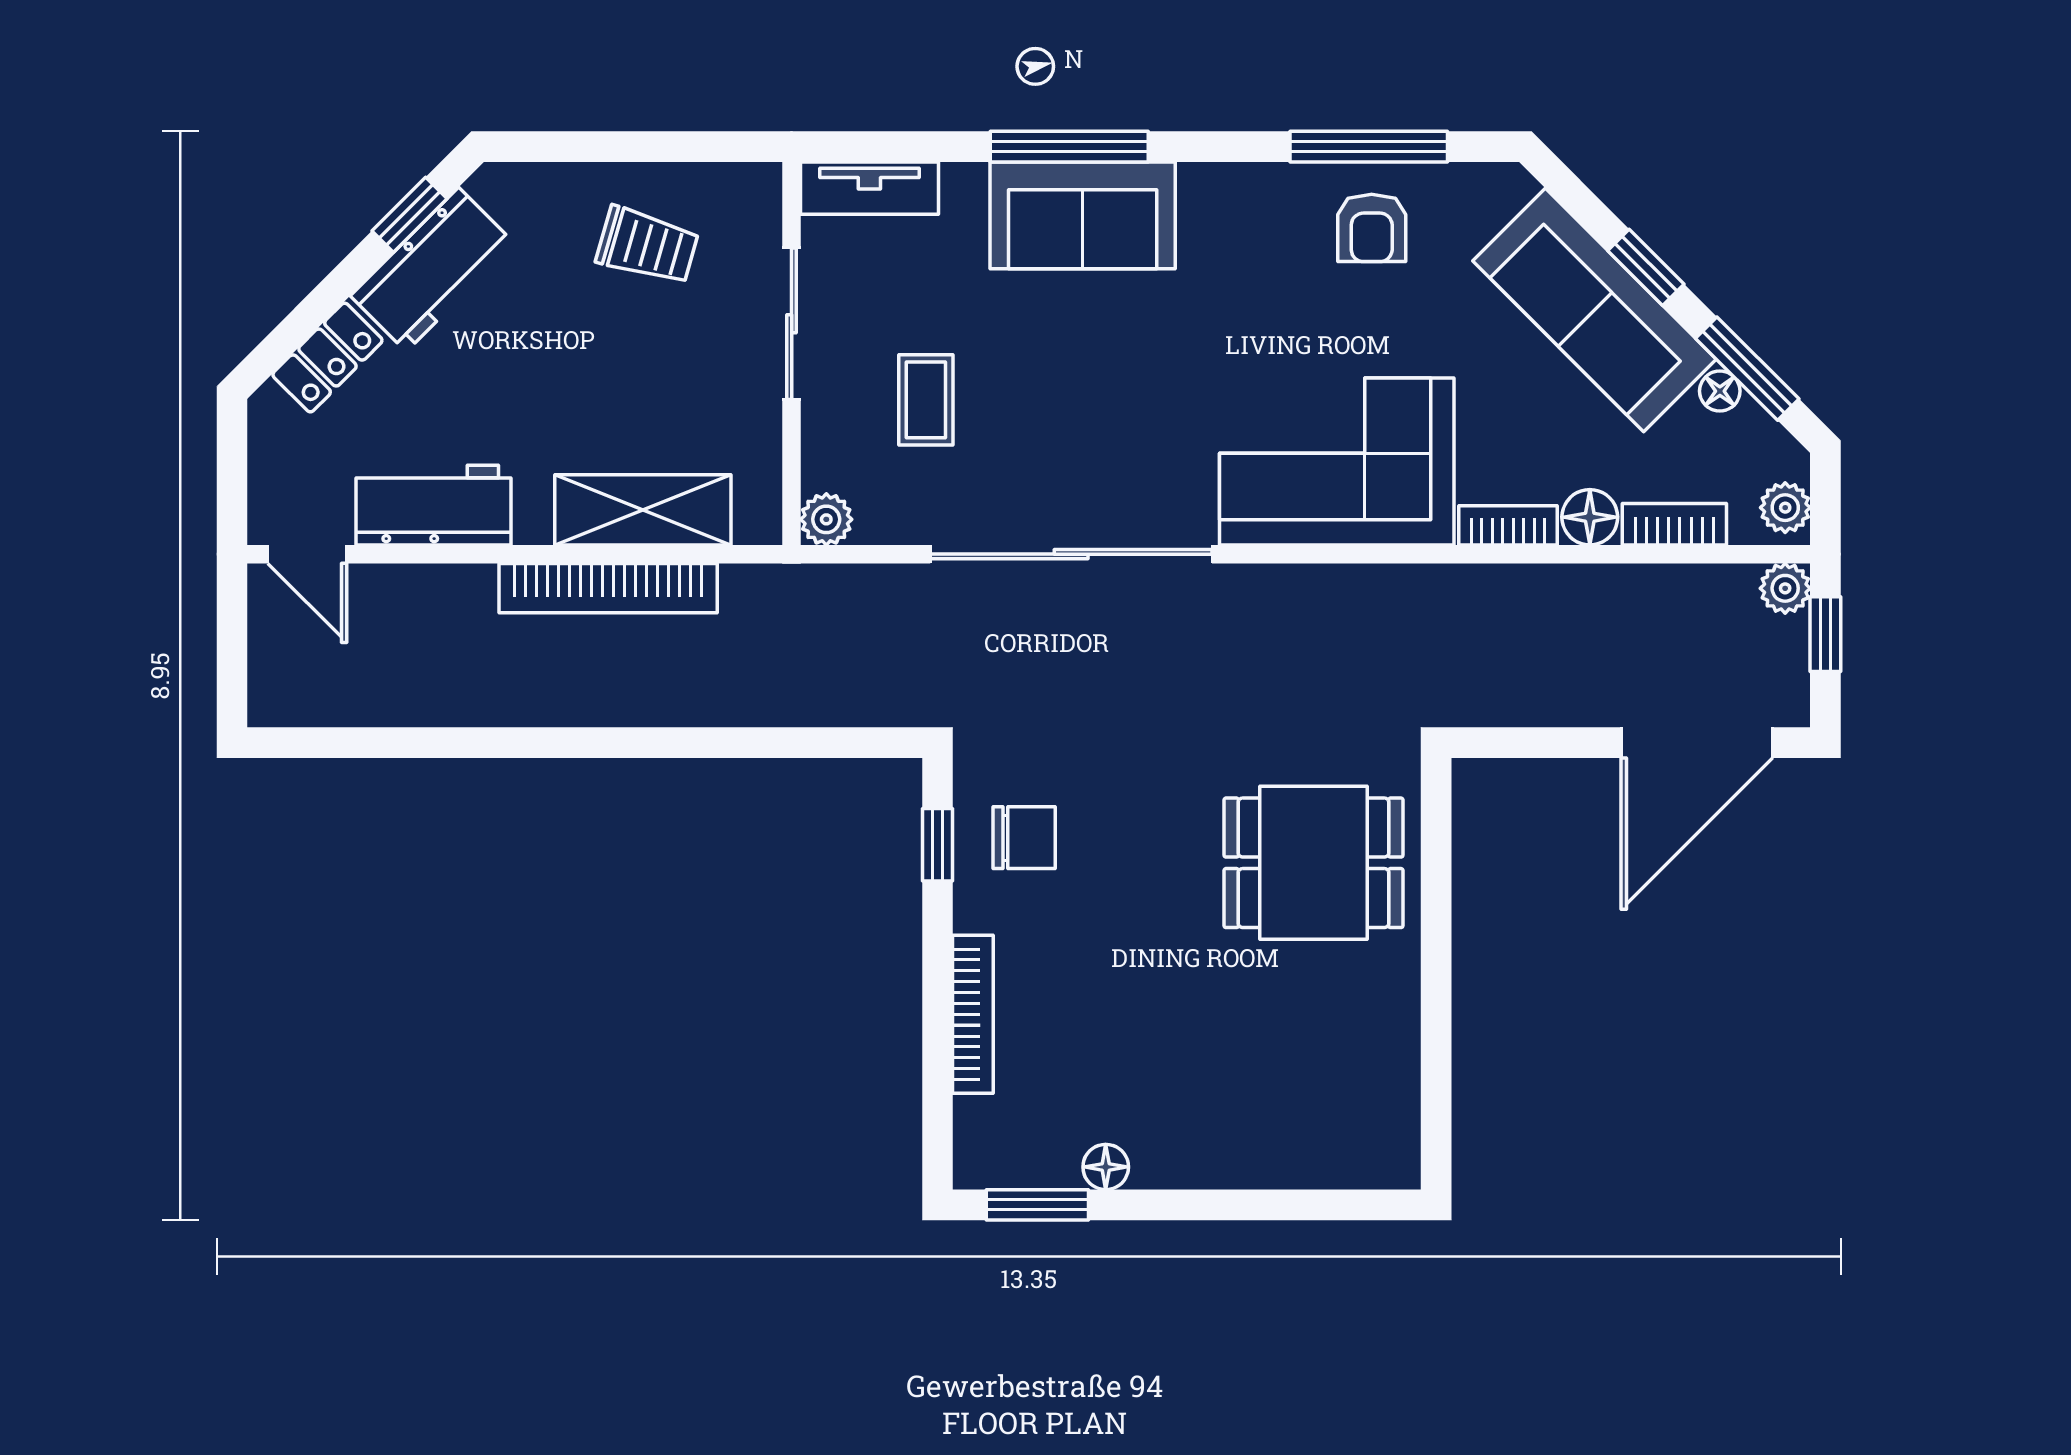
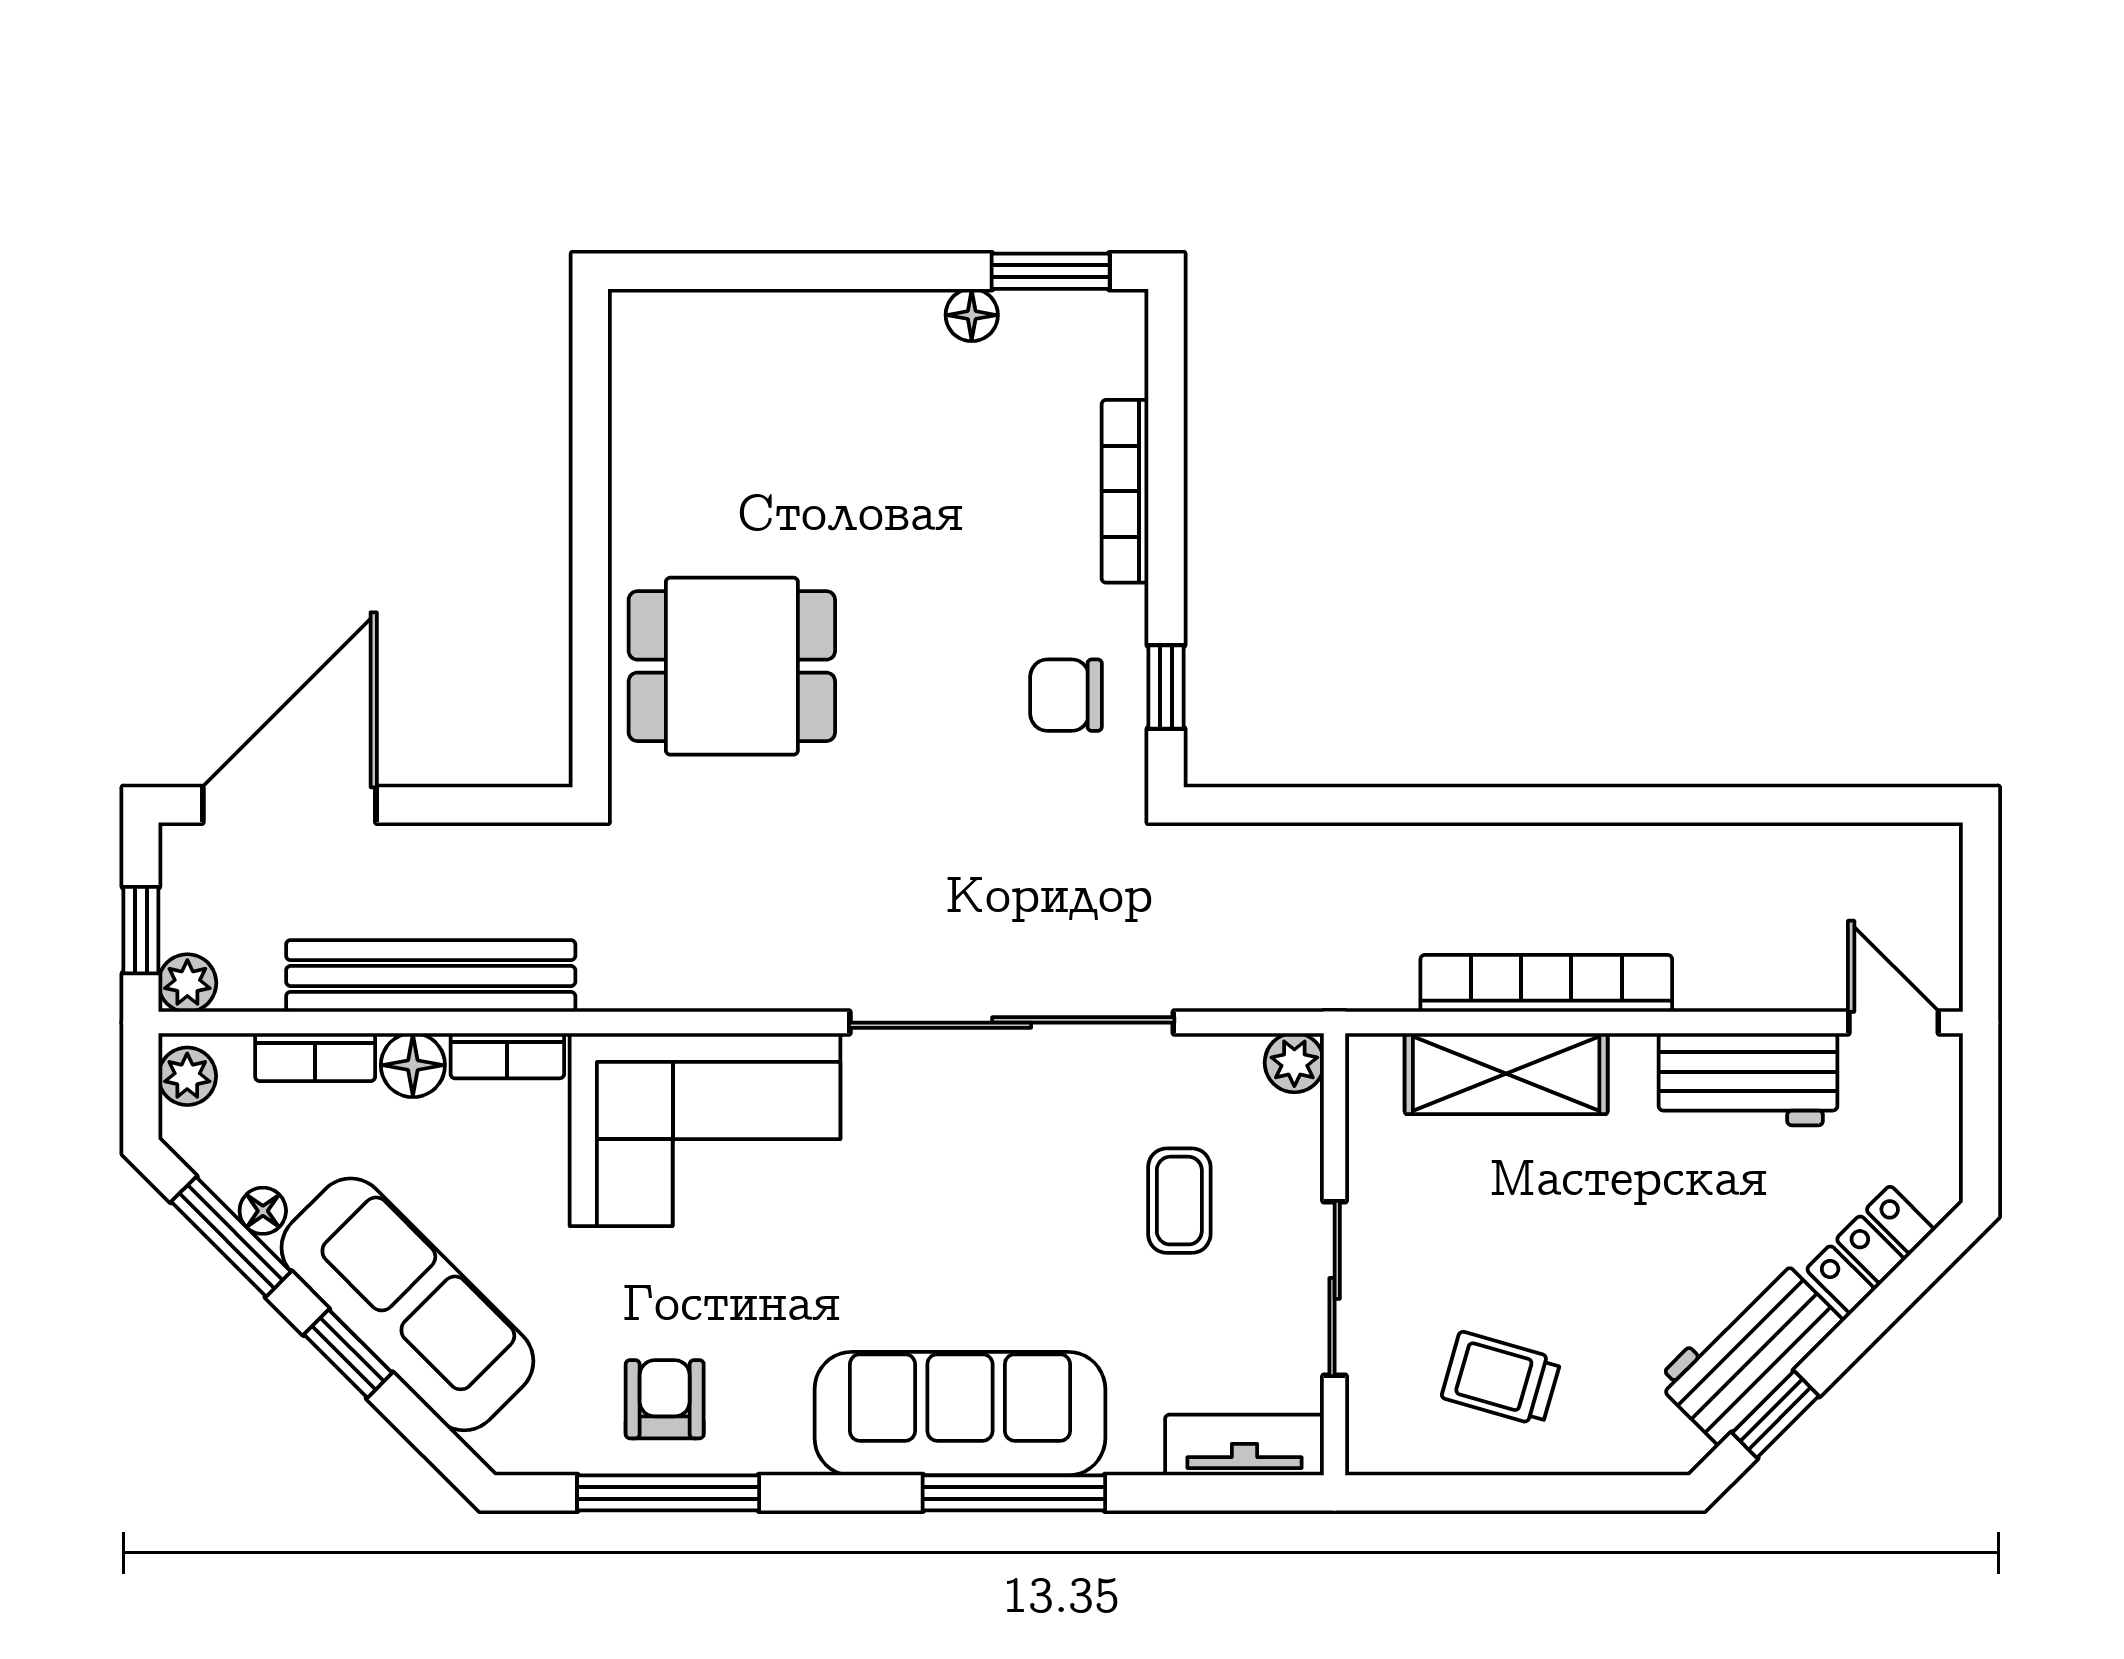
sofa: (1083, 215) -> (960, 1414), width x1.36
bench: (1574, 594) -> (431, 976), added

